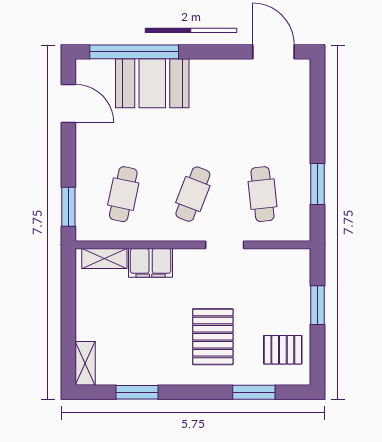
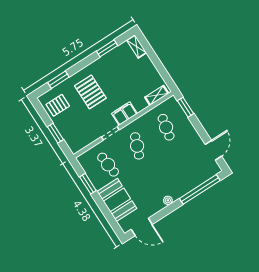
plant: (200, 68) -> (168, 200), added
booth: (152, 83) -> (117, 200), moved, turned 90
door: (68, 103) -> (213, 150), swing flipped
filing cabinet: (151, 263) -> (124, 113), moved

